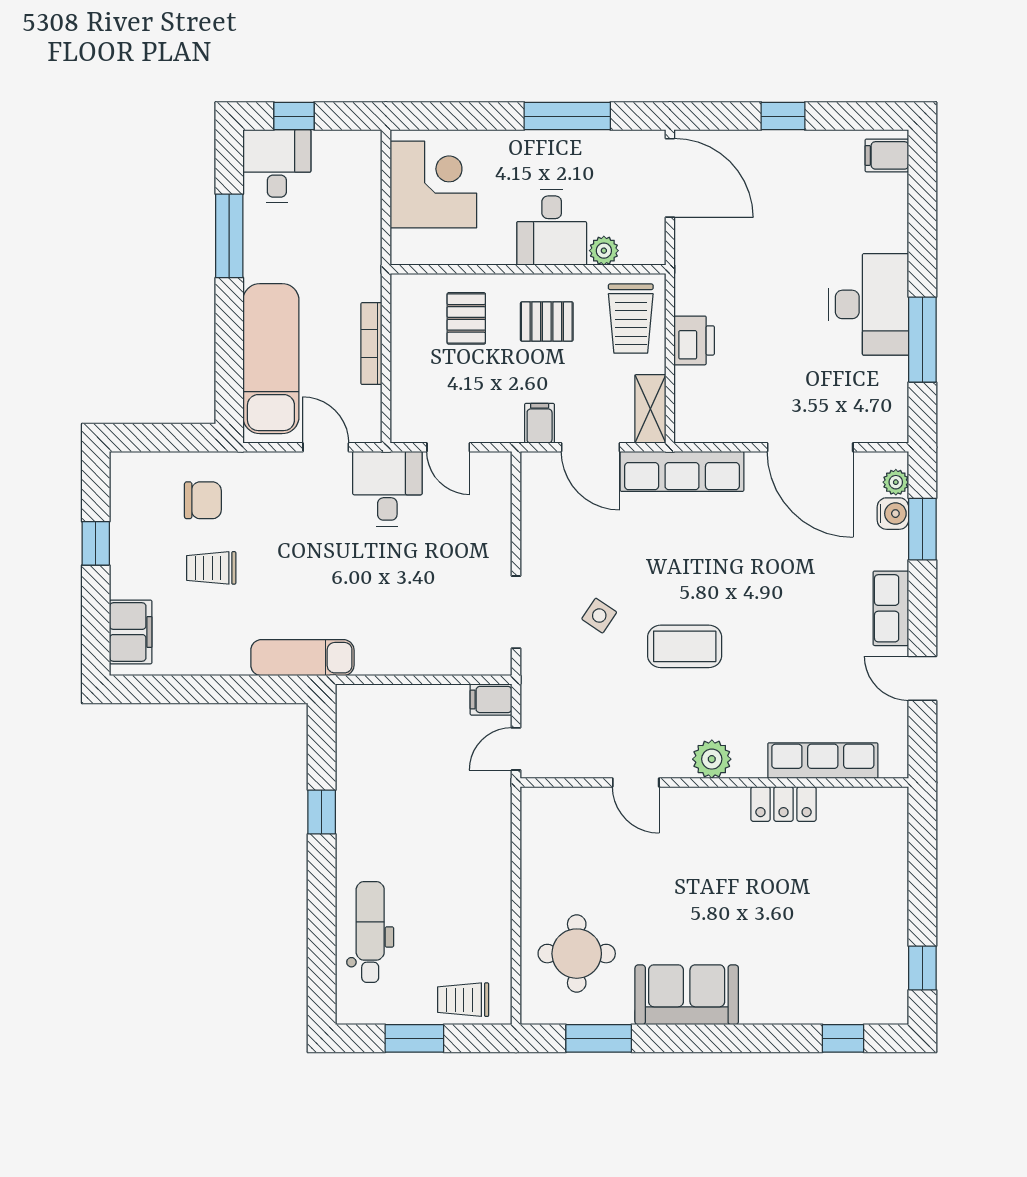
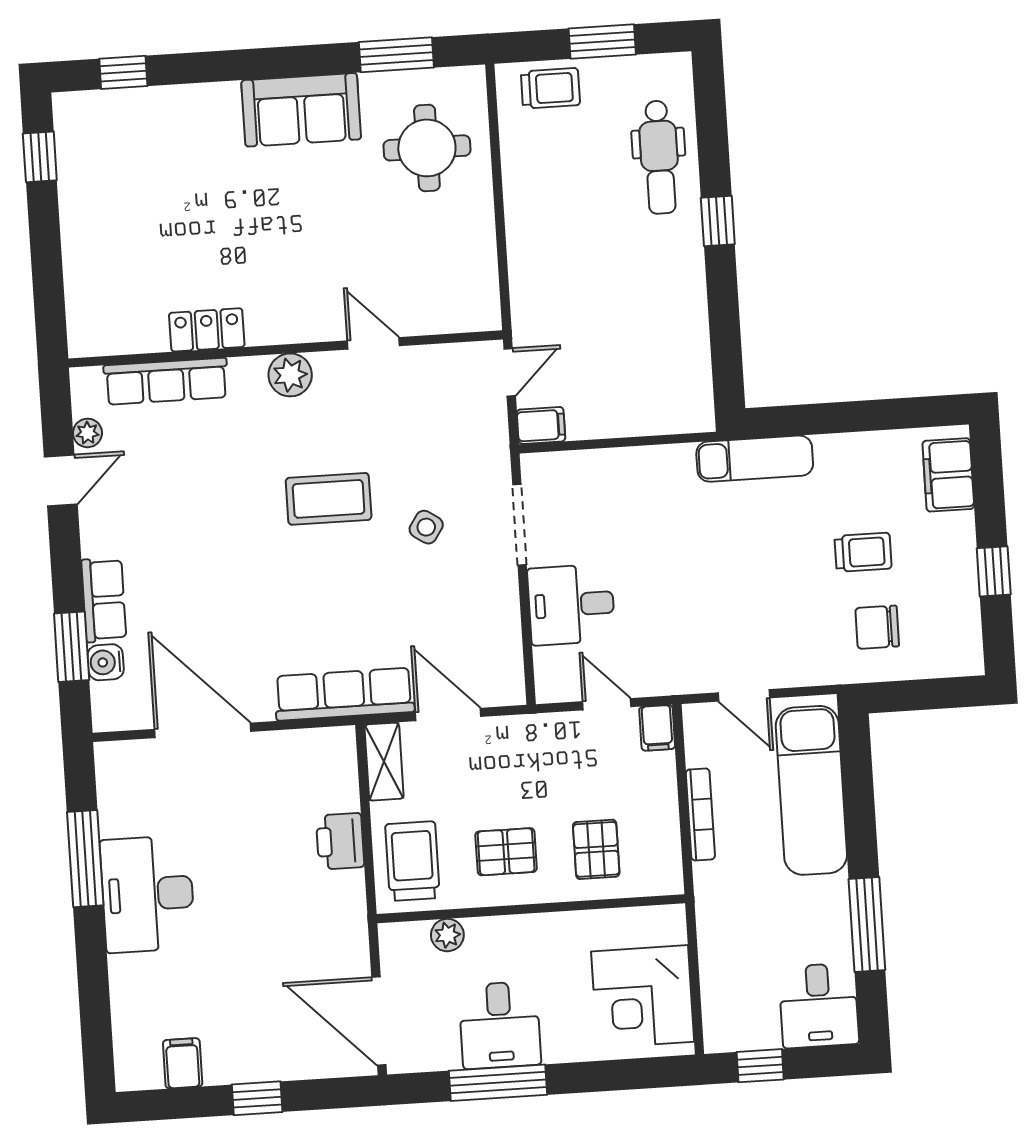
window: (294, 116) -> (760, 1066), moved
filing cabinet: (887, 155) -> (183, 1063), moved, turned -90
desk: (552, 228) -> (500, 1025), moved, turned 180
filing cabinet: (540, 423) -> (657, 728), moved
plant: (896, 482) -> (88, 433), moved
desk: (387, 489) -> (571, 605), moved, turned 90
row of seats: (891, 608) -> (104, 600), moved
door: (922, 678) -> (61, 480), hinge flipped
window: (322, 812) -> (718, 221), moved

